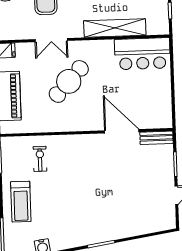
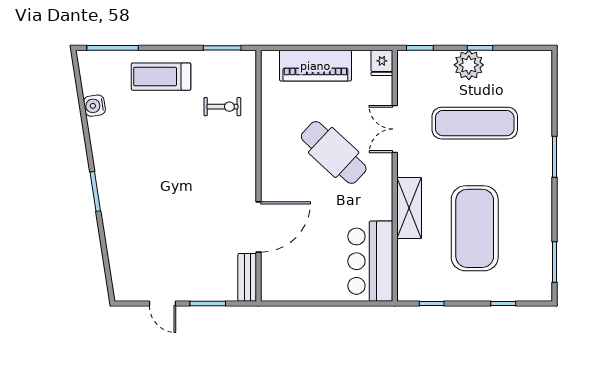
shelving: (115, 28) -> (409, 208), width x0.68

